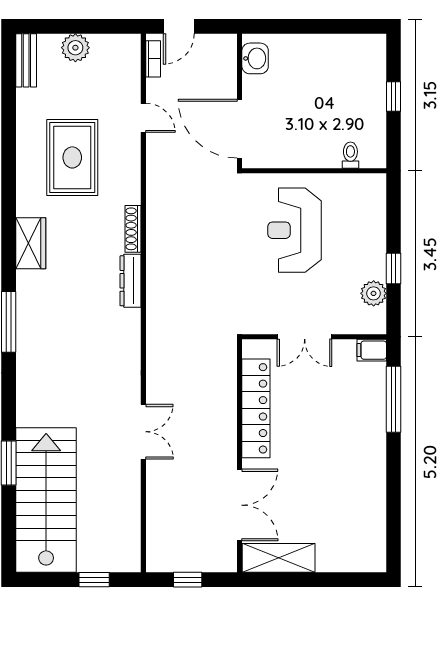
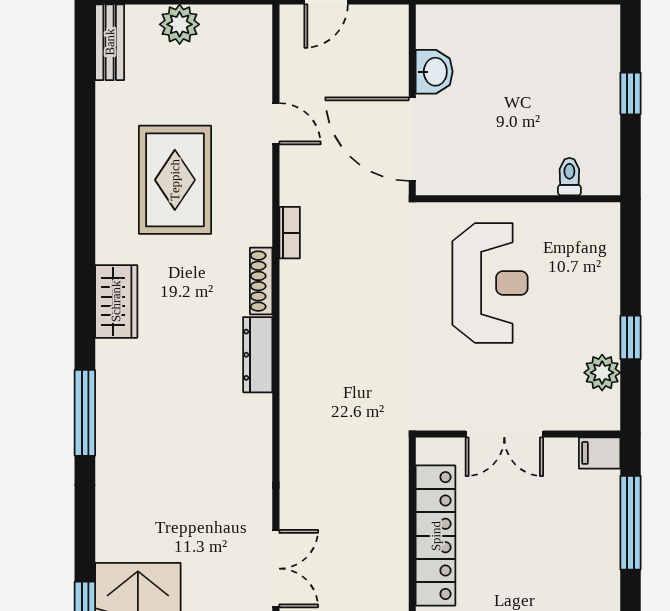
washbasin: (255, 58) -> (434, 72), moved
bookcase: (153, 59) -> (290, 233), moved
reception desk: (294, 230) -> (490, 283), turned 180

